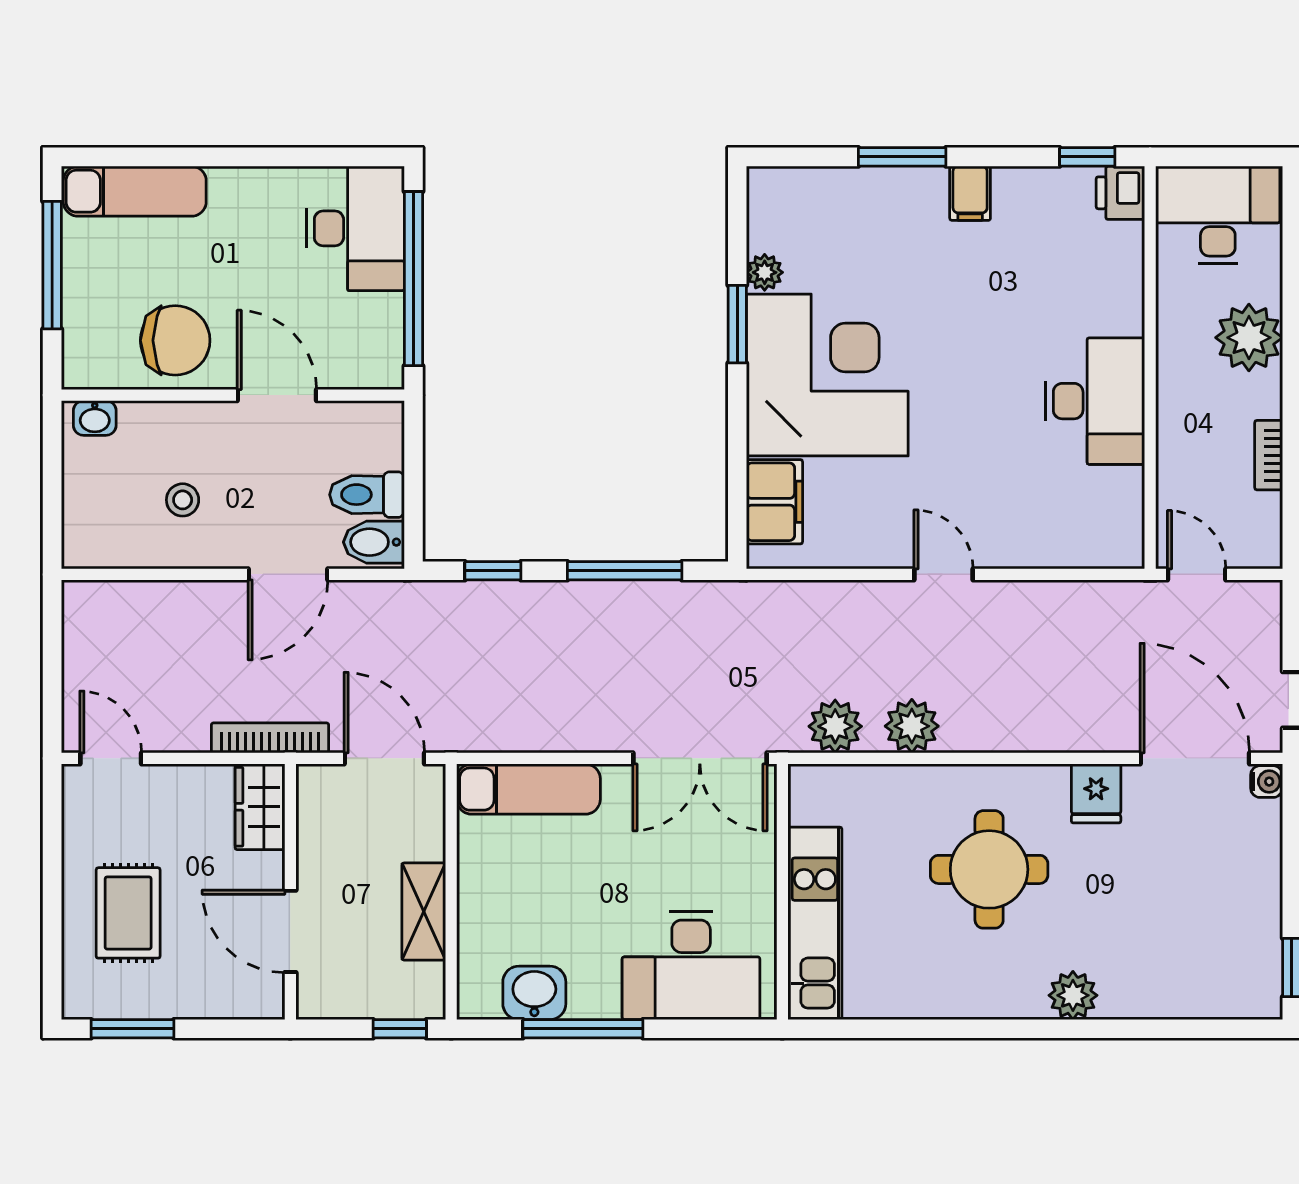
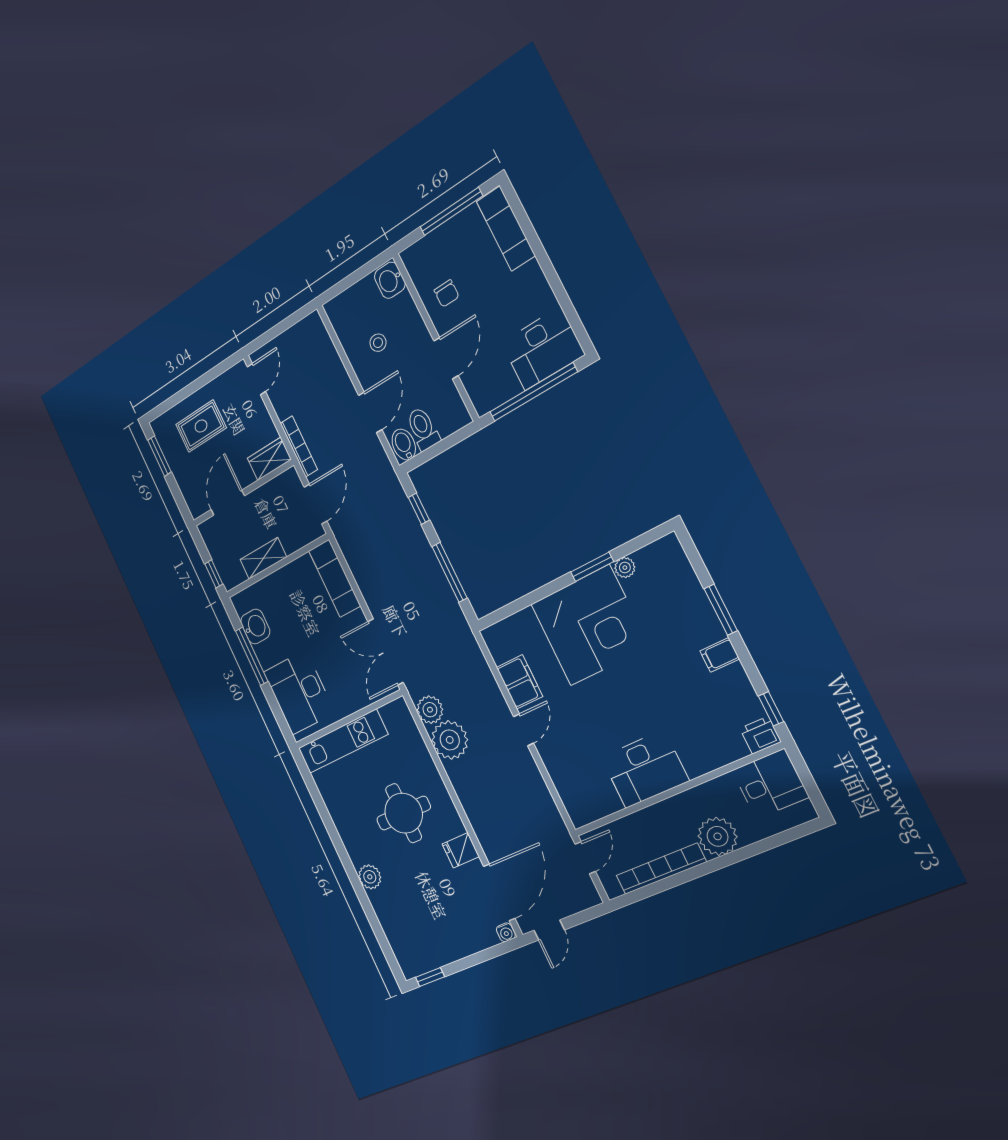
desk: (1218, 215) -> (770, 784), width x0.73
chair: (175, 340) -> (447, 293), width x0.54, depth x0.54
washbasin: (95, 418) -> (390, 280), width x1.38, depth x1.45
bookcase: (1269, 455) -> (661, 869), width x2.31, depth x1.31
filing cabinet: (775, 502) -> (519, 682), moved, turned -90
door: (288, 574) -> (370, 412), swing flipped
plant: (912, 726) -> (450, 740), width x1.36, depth x1.36

